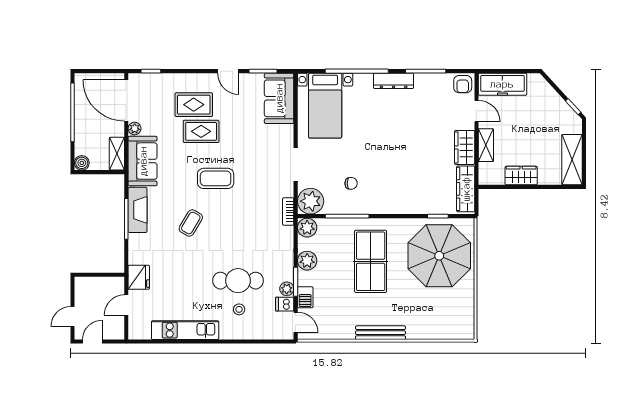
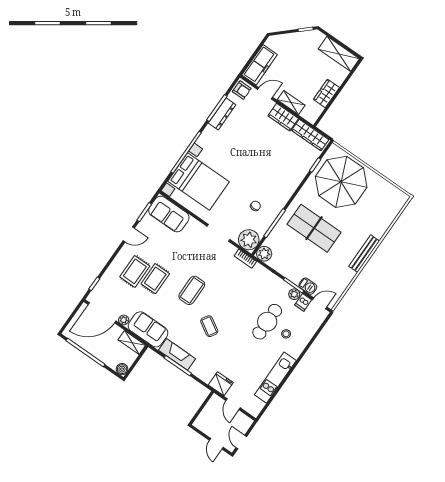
dresser: (394, 81) -> (222, 114), moved
bed with nightstands: (325, 106) -> (198, 181), width x1.36
plant: (307, 261) -> (285, 269), removed

